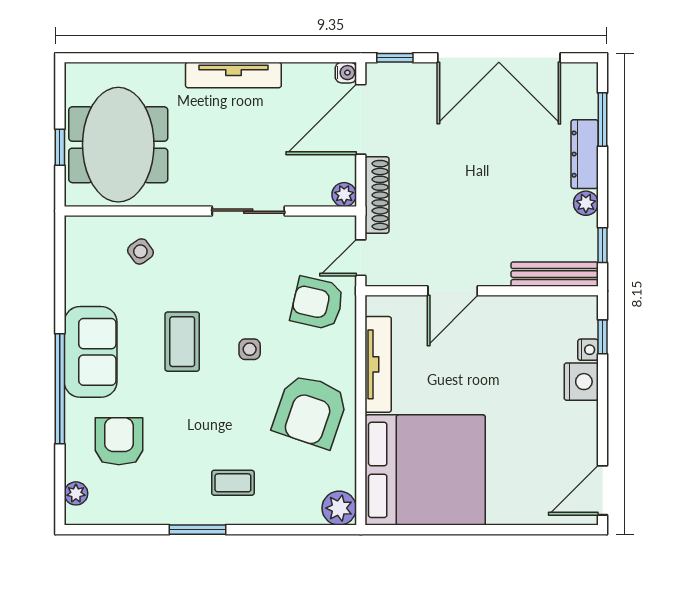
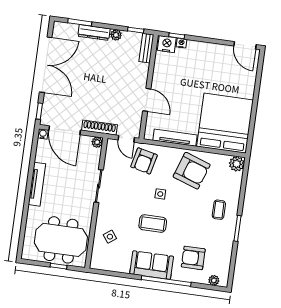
bench: (555, 274) -> (146, 48), width x0.73
nightstand: (581, 382) -> (167, 44), moved

